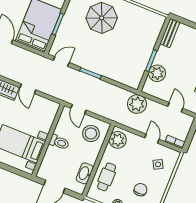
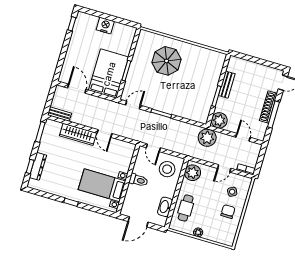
bench: (170, 33) -> (227, 85), moved
plant: (157, 73) -> (219, 120), moved
door: (152, 139) -> (224, 168), swing flipped
chair: (140, 190) -> (228, 212), moved

